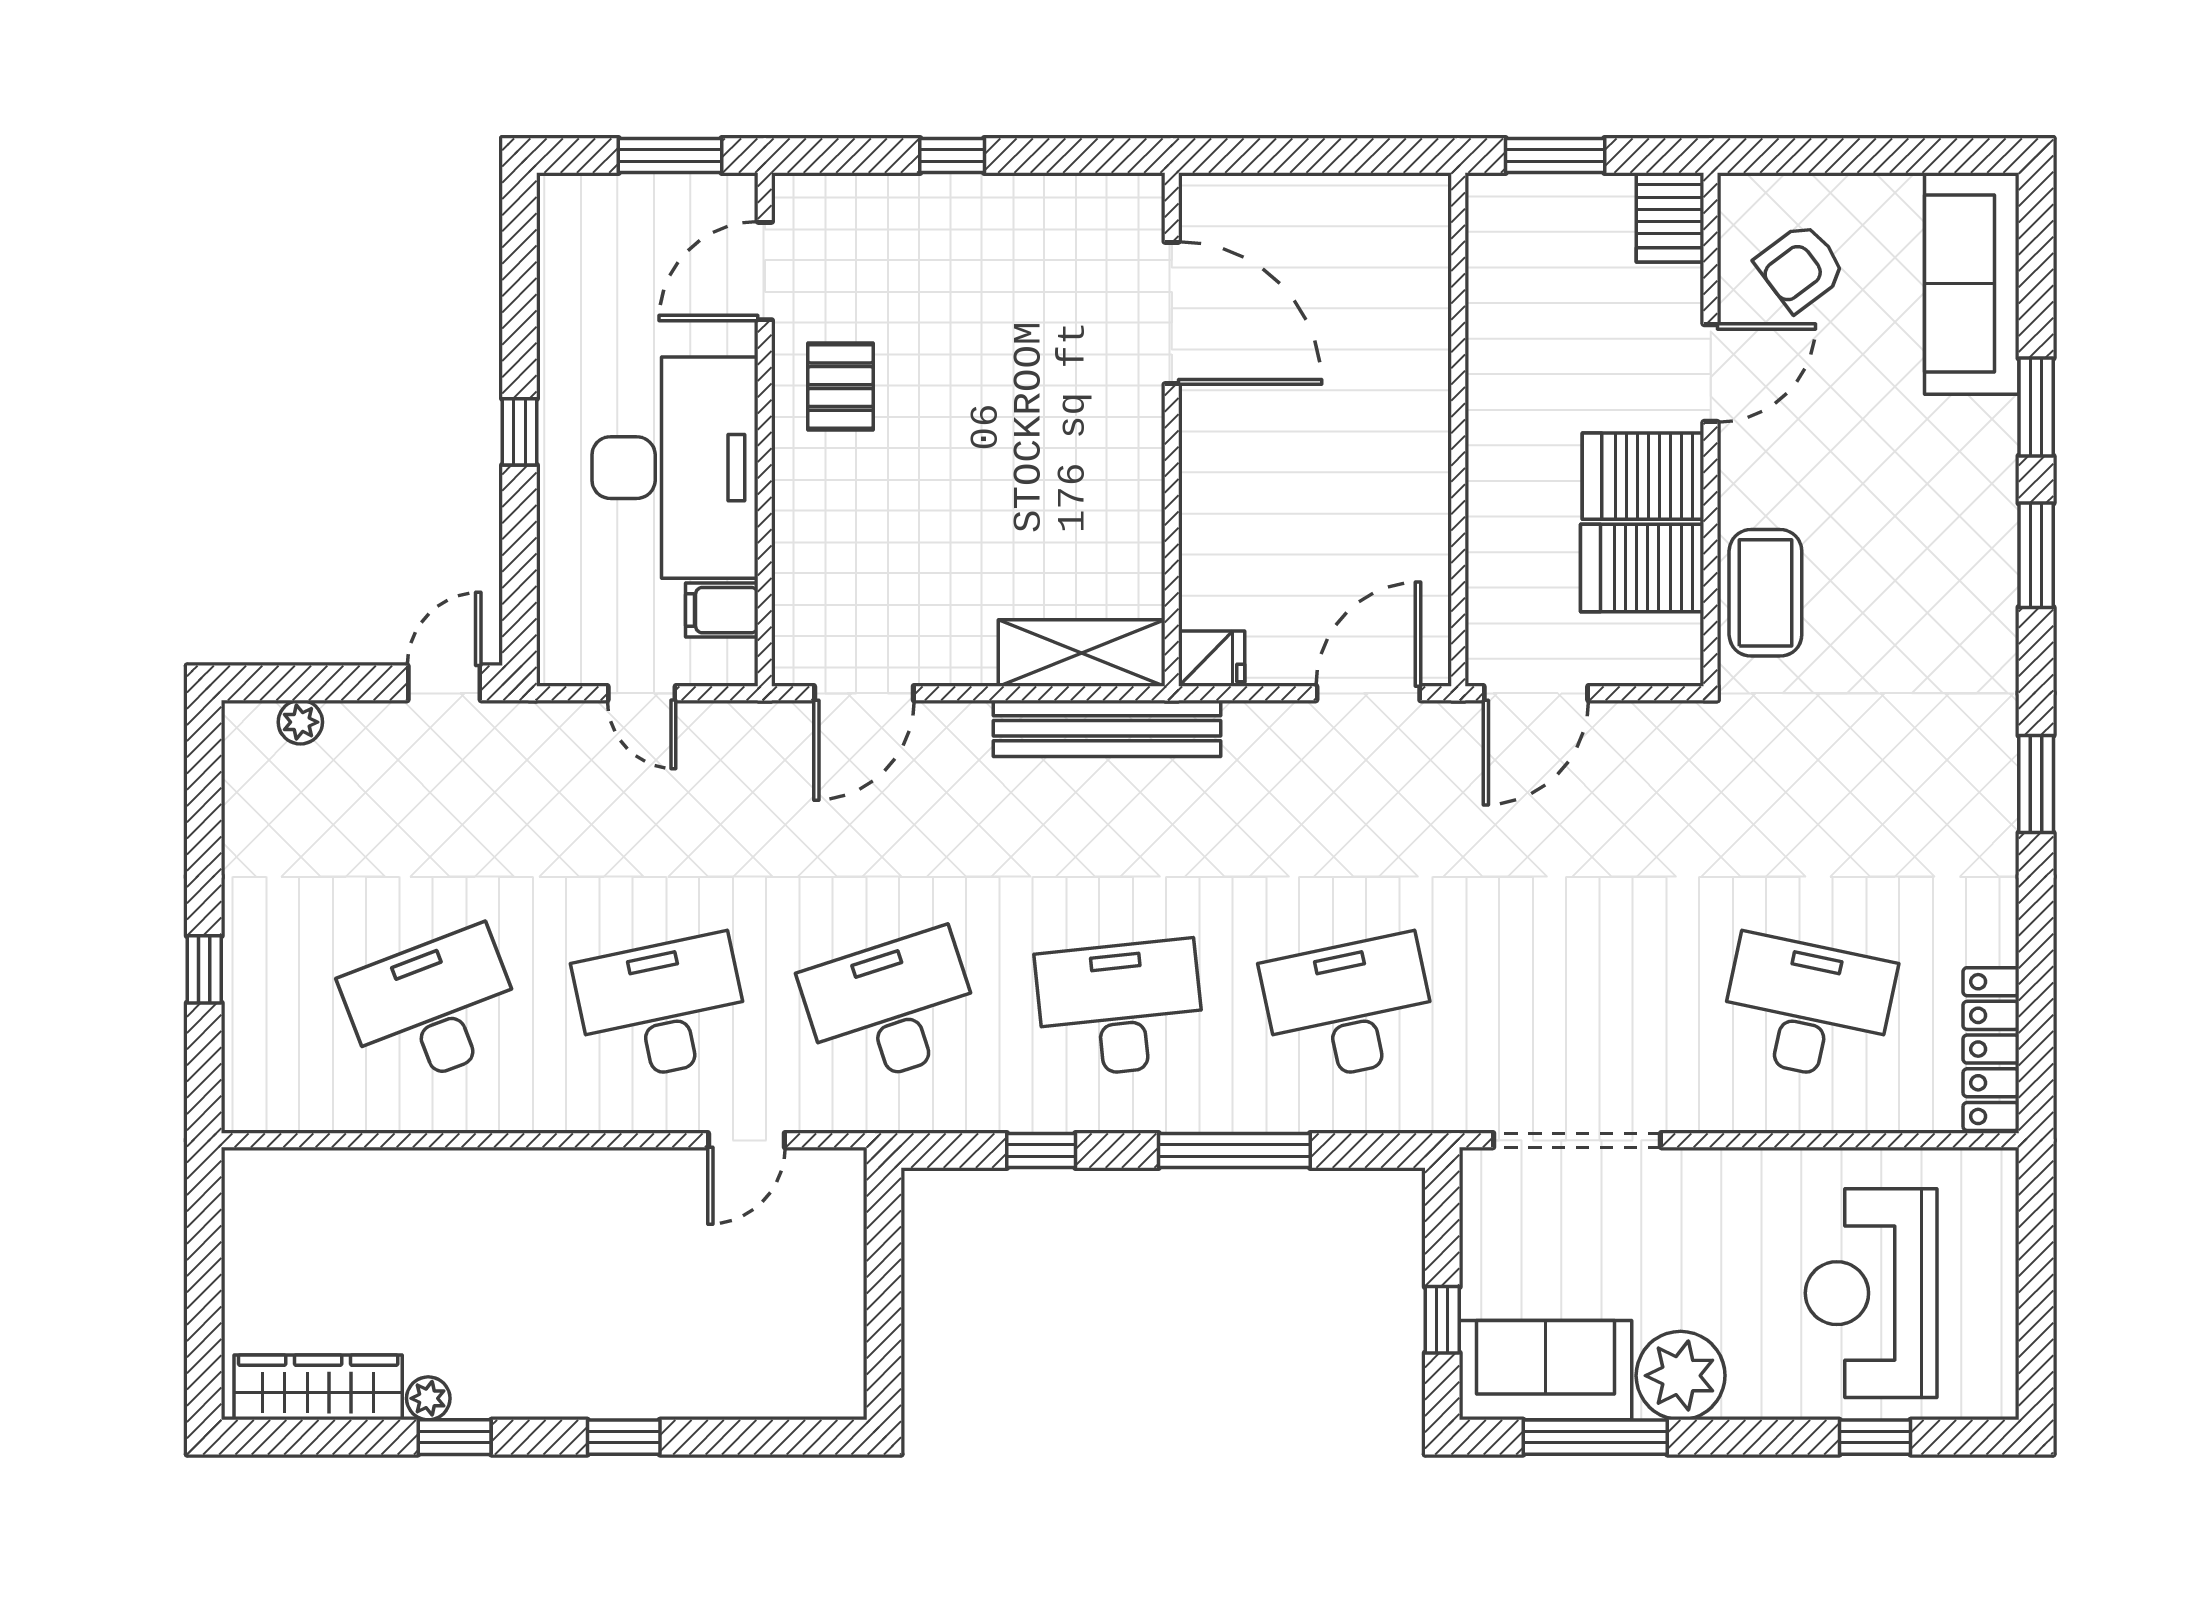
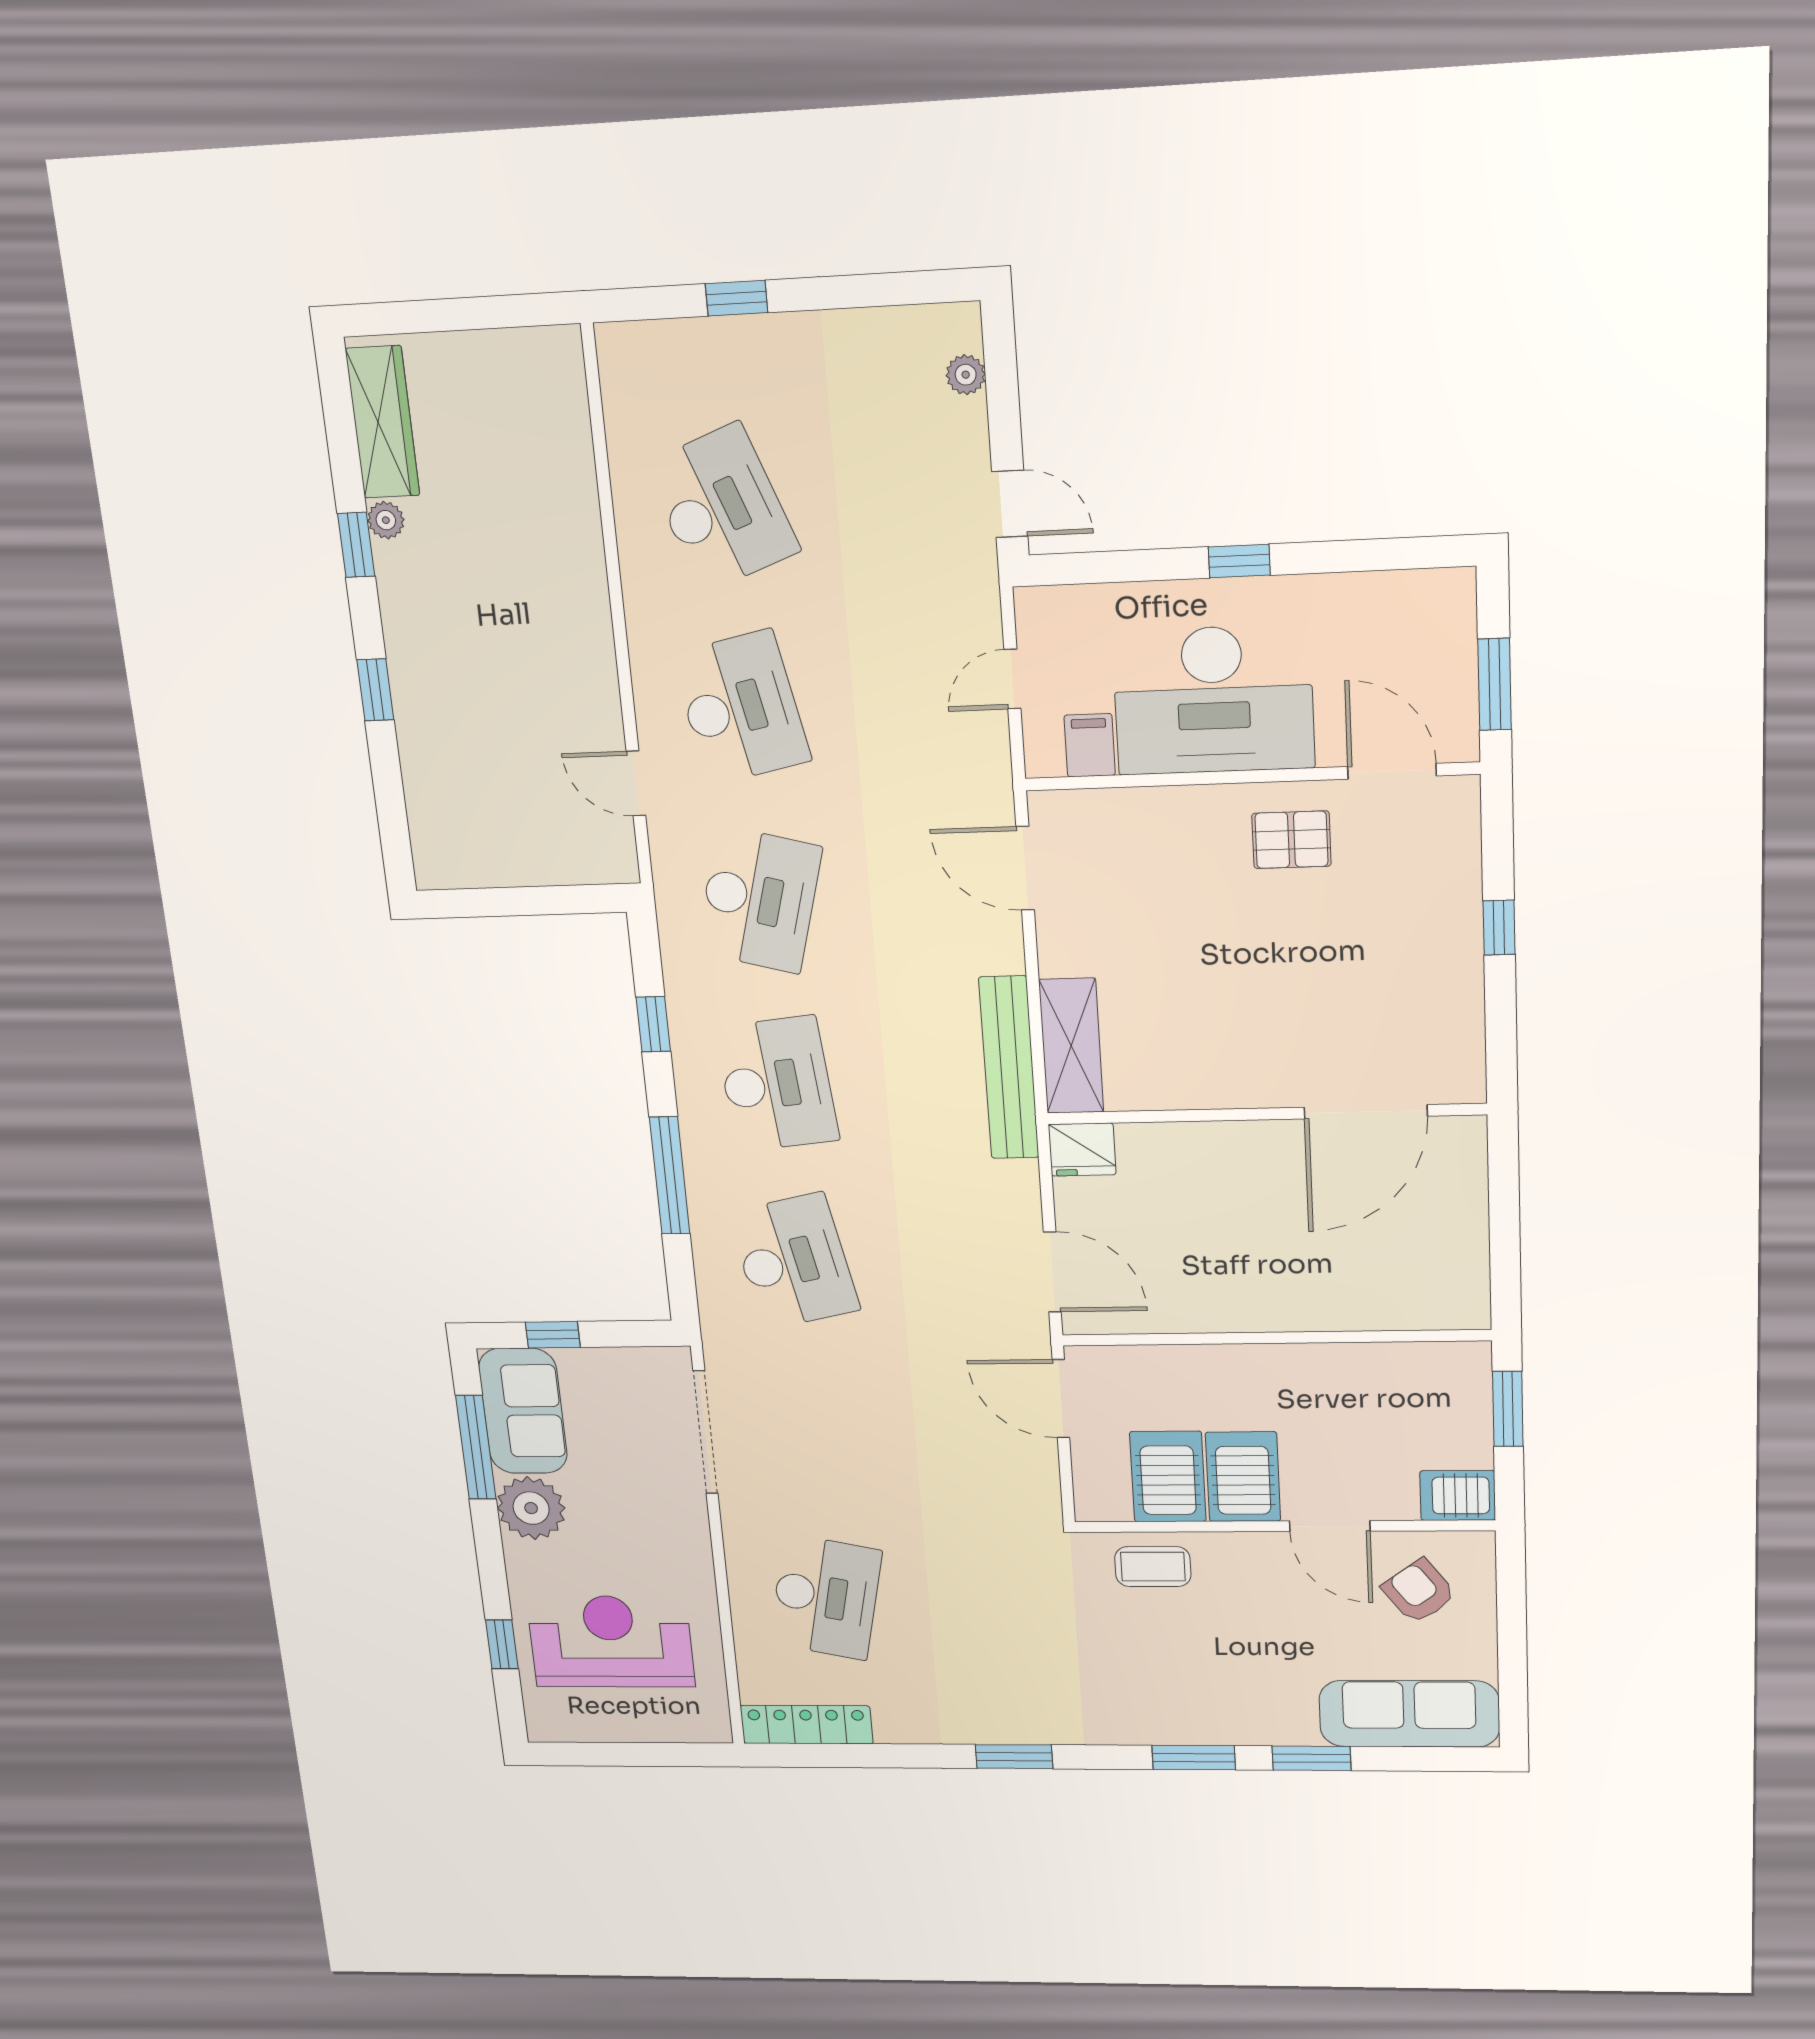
coffee table: (1765, 593) -> (1153, 1567), width x0.73, depth x0.77
fridge: (1212, 659) -> (1082, 1150), width x1.38
desk: (891, 1008) -> (759, 899), turned 33

